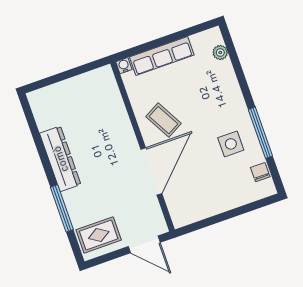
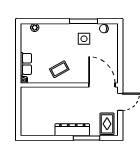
row of seats: (162, 56) -> (26, 64), width x0.68
dresser: (60, 159) -> (72, 130), moved
door: (151, 171) -> (102, 85), moved

